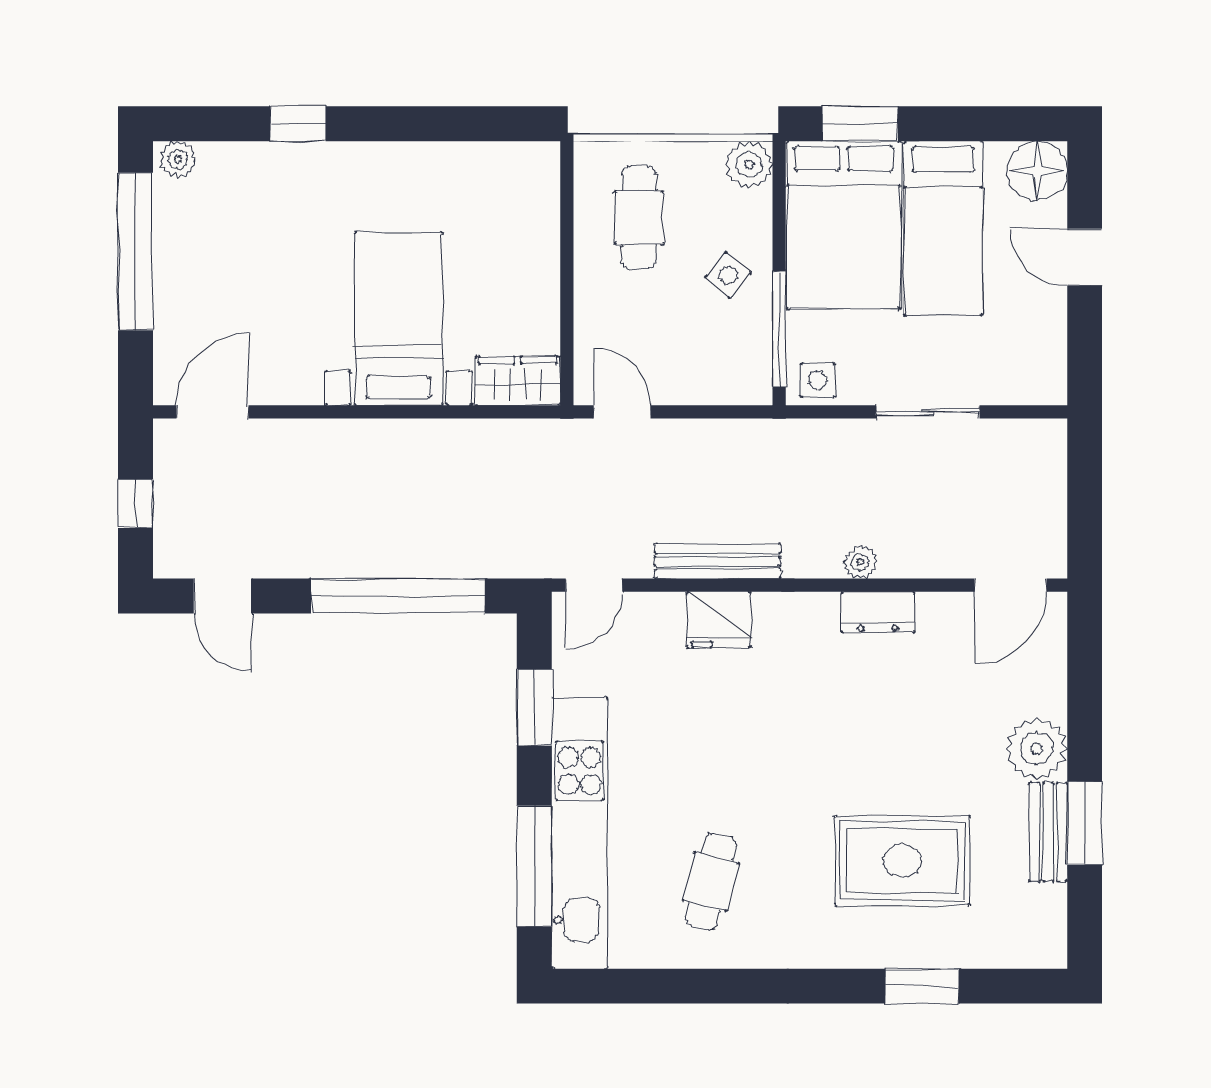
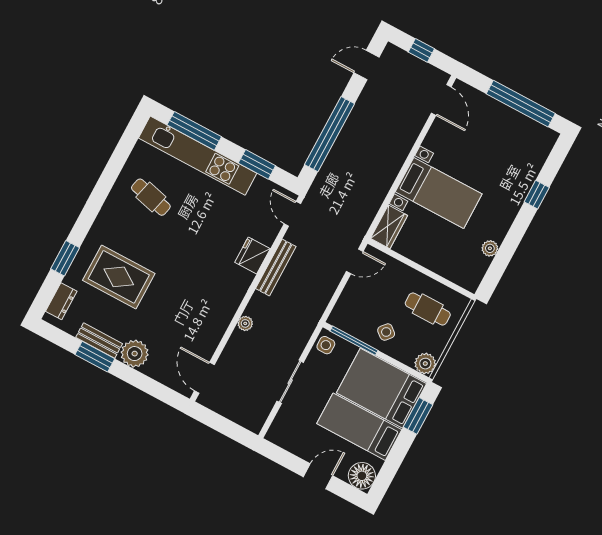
plant: (178, 159) -> (490, 248), moved
dresser: (878, 612) -> (61, 301), moved, turned 180
rug: (902, 861) -> (119, 277), turned 90

